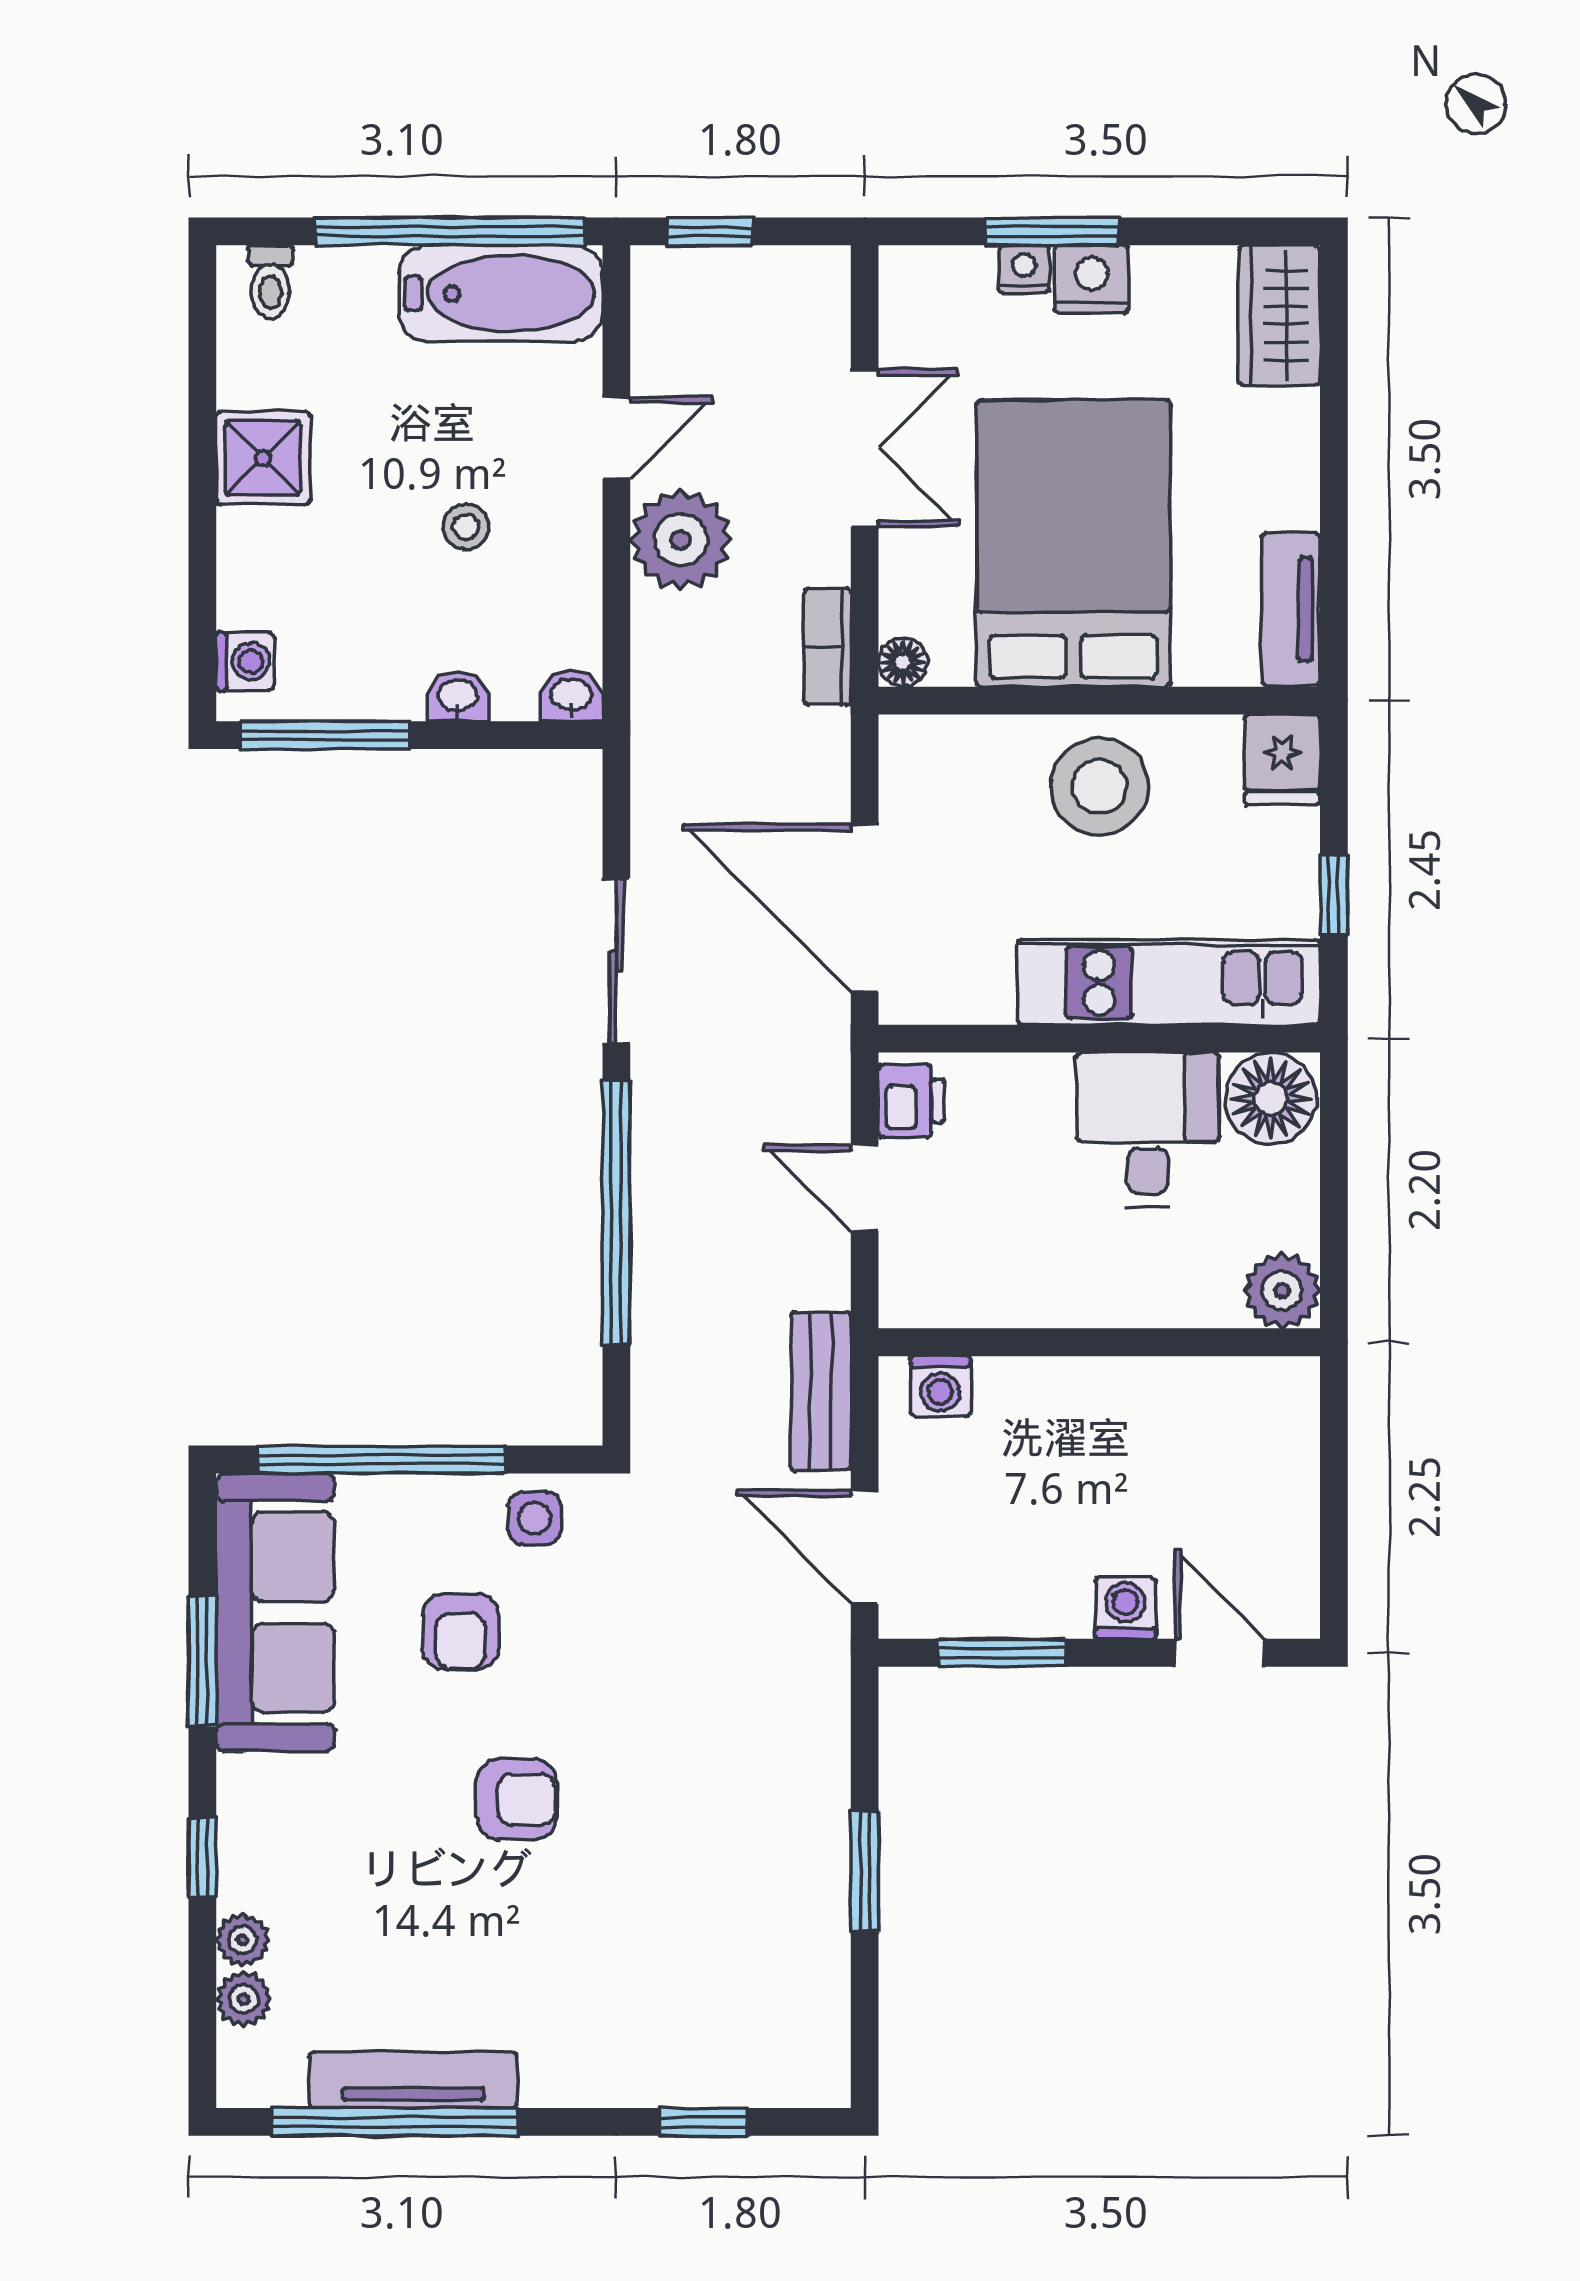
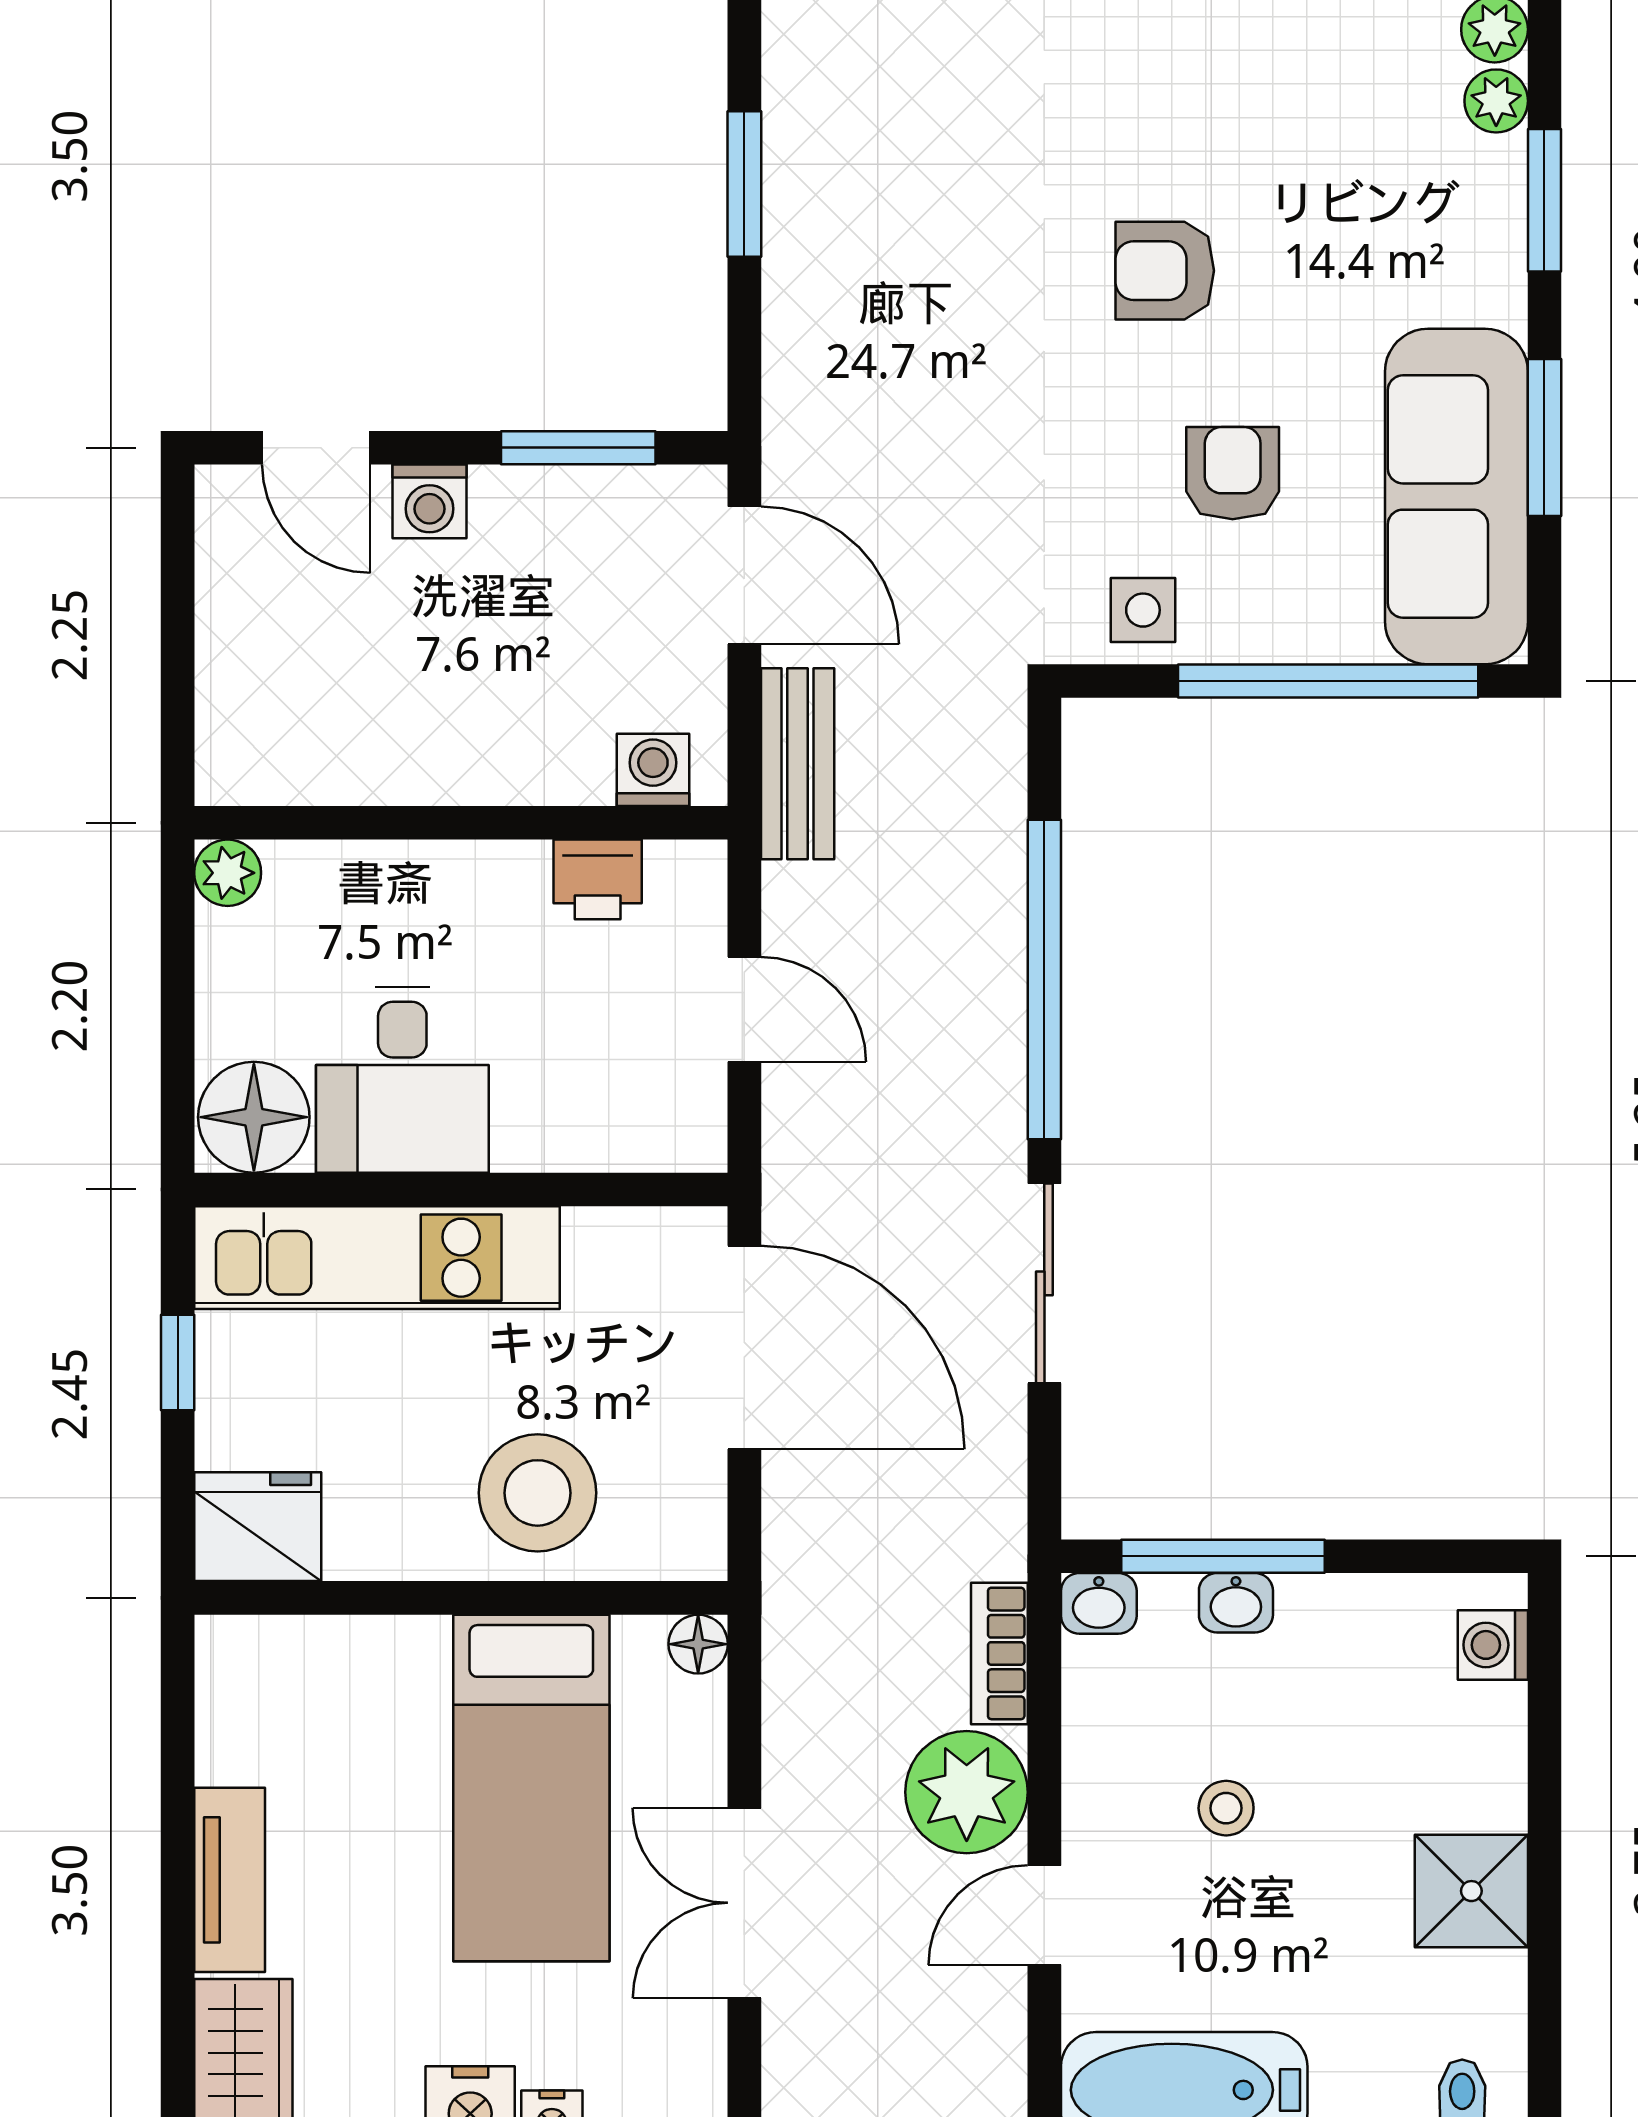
bed: (1073, 543) -> (531, 1788), width x0.67
tv unit: (1291, 610) -> (230, 1880), moved
bookcase: (827, 647) -> (999, 1653), moved, turned 180
window: (325, 735) -> (1223, 1556), moved
fridge: (1282, 760) -> (258, 1527), width x1.38
stool: (1099, 786) -> (538, 1493), moved
printer: (912, 1101) -> (598, 879), moved, turned -90
plant: (1282, 1290) -> (228, 873), width x0.73, depth x0.73
window: (202, 1858) -> (1544, 200), width x1.50

